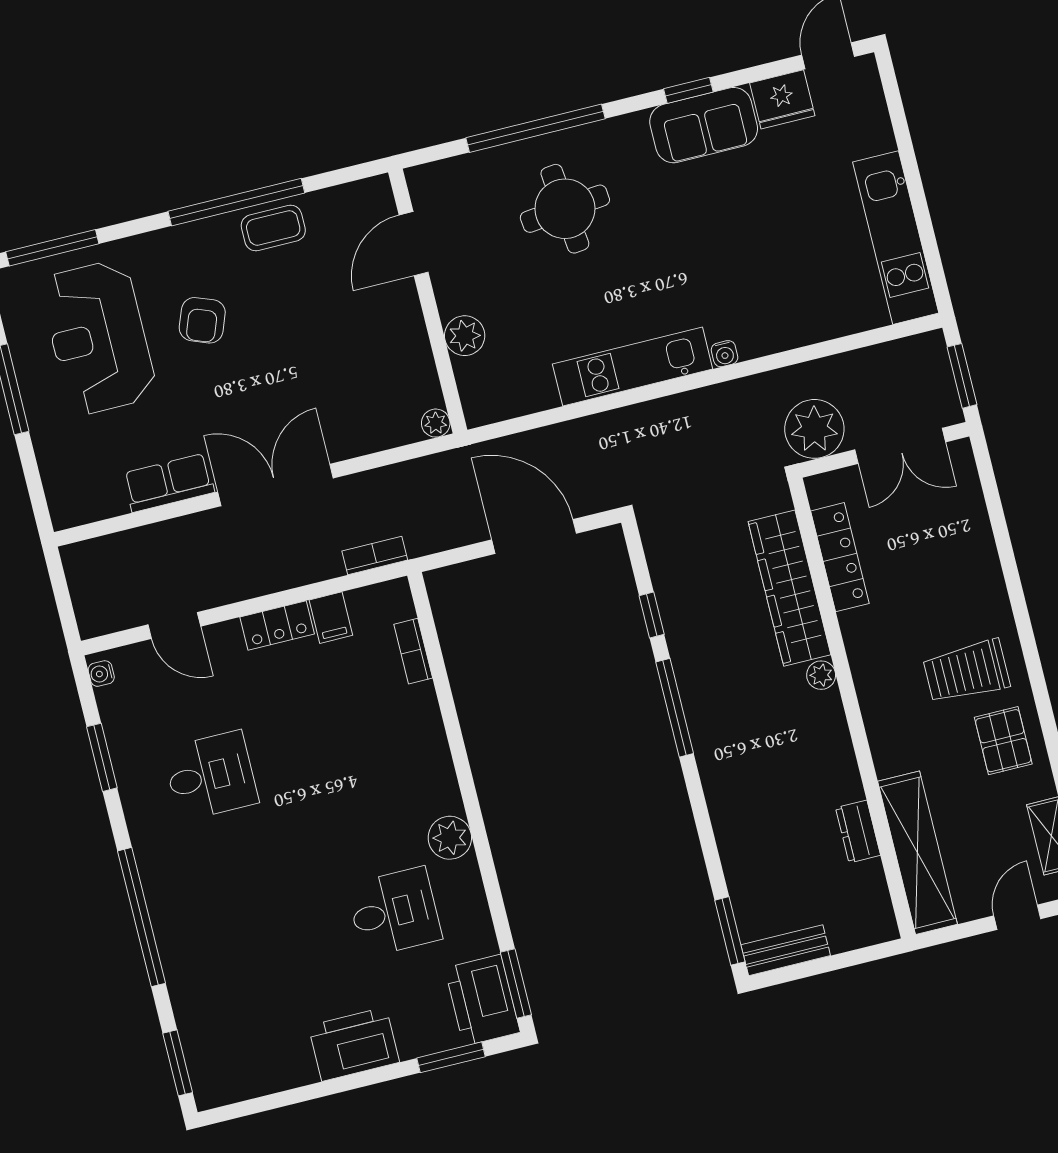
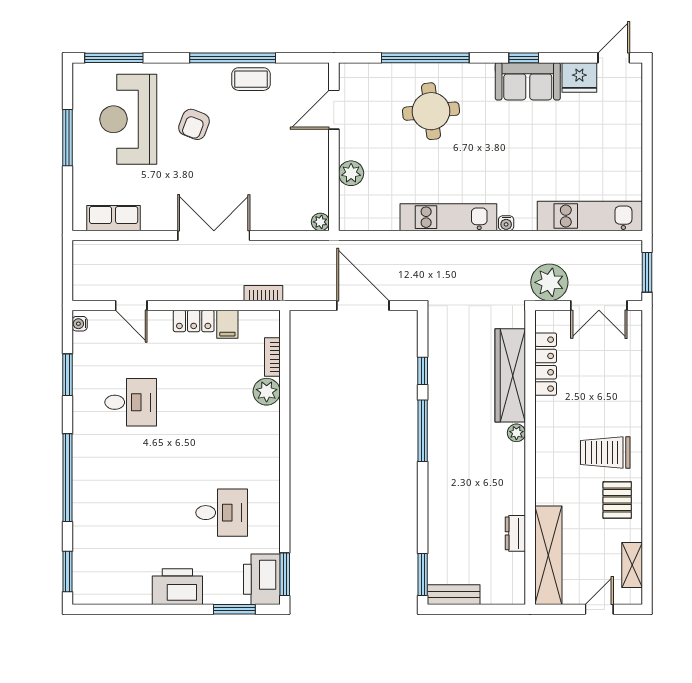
kitchen unit: (896, 238) -> (590, 216), moved, turned 90
row of seats: (169, 483) -> (114, 218), moved
plant: (450, 838) -> (267, 392), moved

